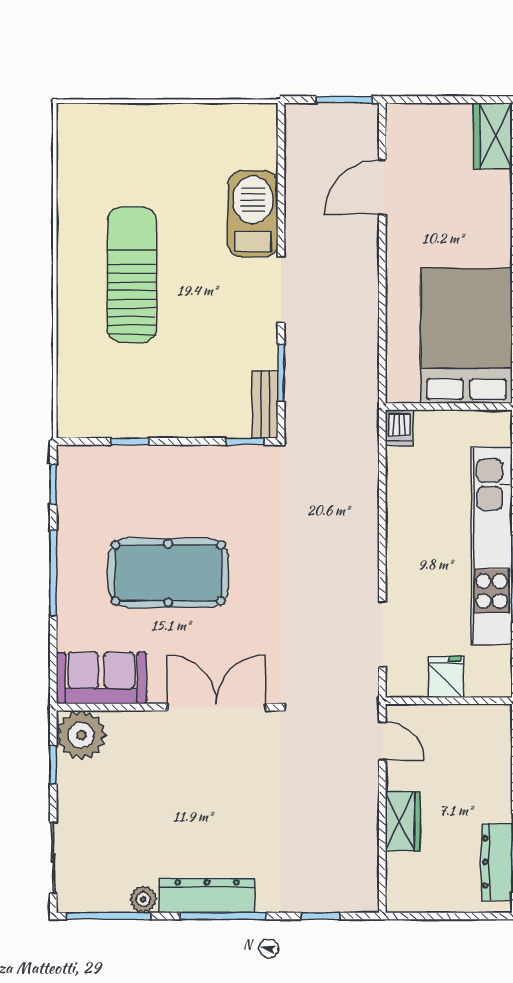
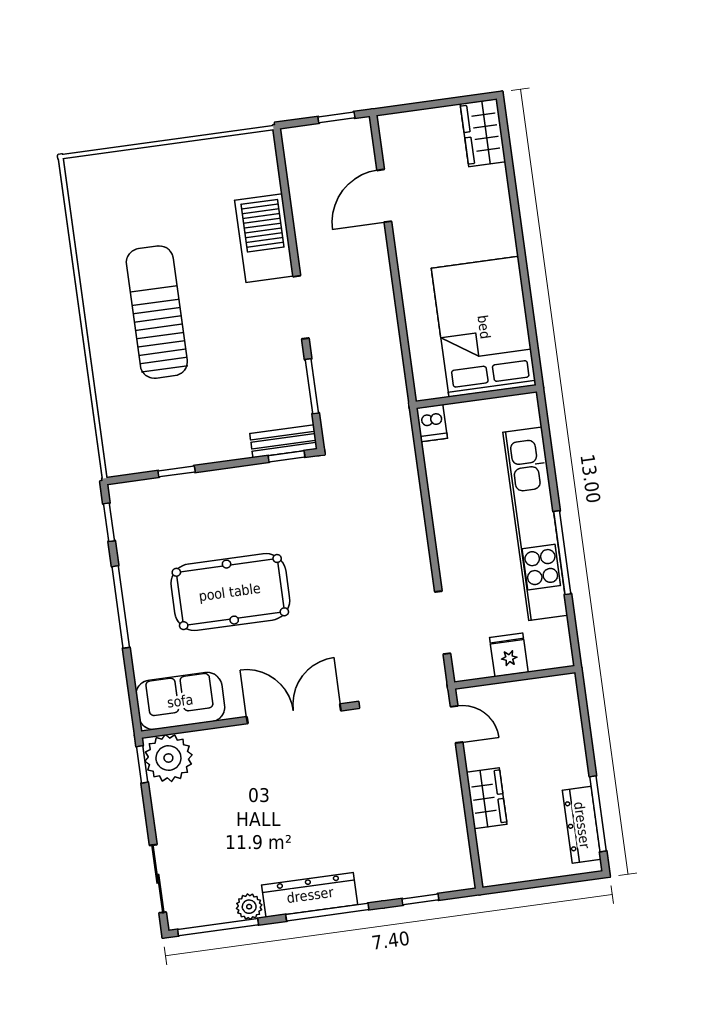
window: (344, 100) -> (336, 117), width x0.67
bench: (265, 405) -> (284, 441), moved, turned 90
window: (53, 765) -> (142, 764), moved

